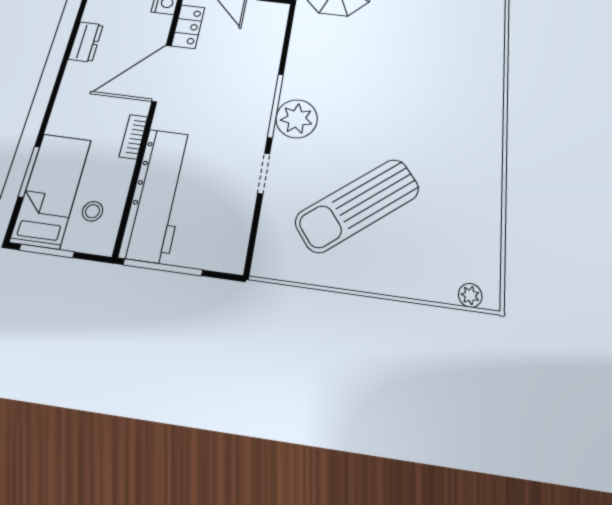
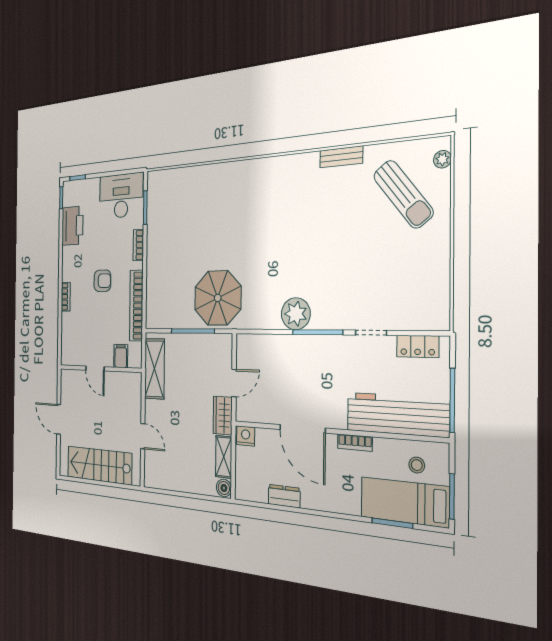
locker: (188, 27) -> (418, 346), moved, turned 180
plant: (297, 119) -> (296, 314), moved
bench: (492, 162) -> (341, 157), added
sun lounger: (357, 205) -> (403, 194), moved, width x0.73, depth x0.75

